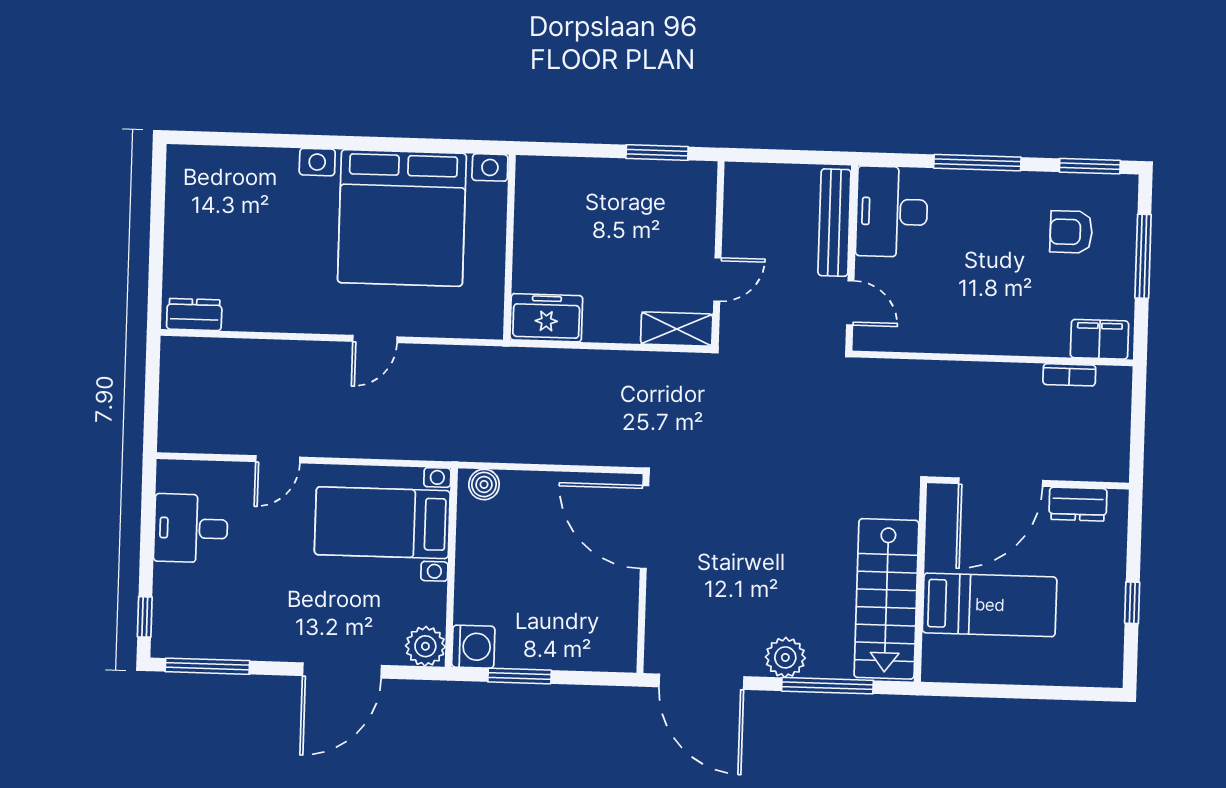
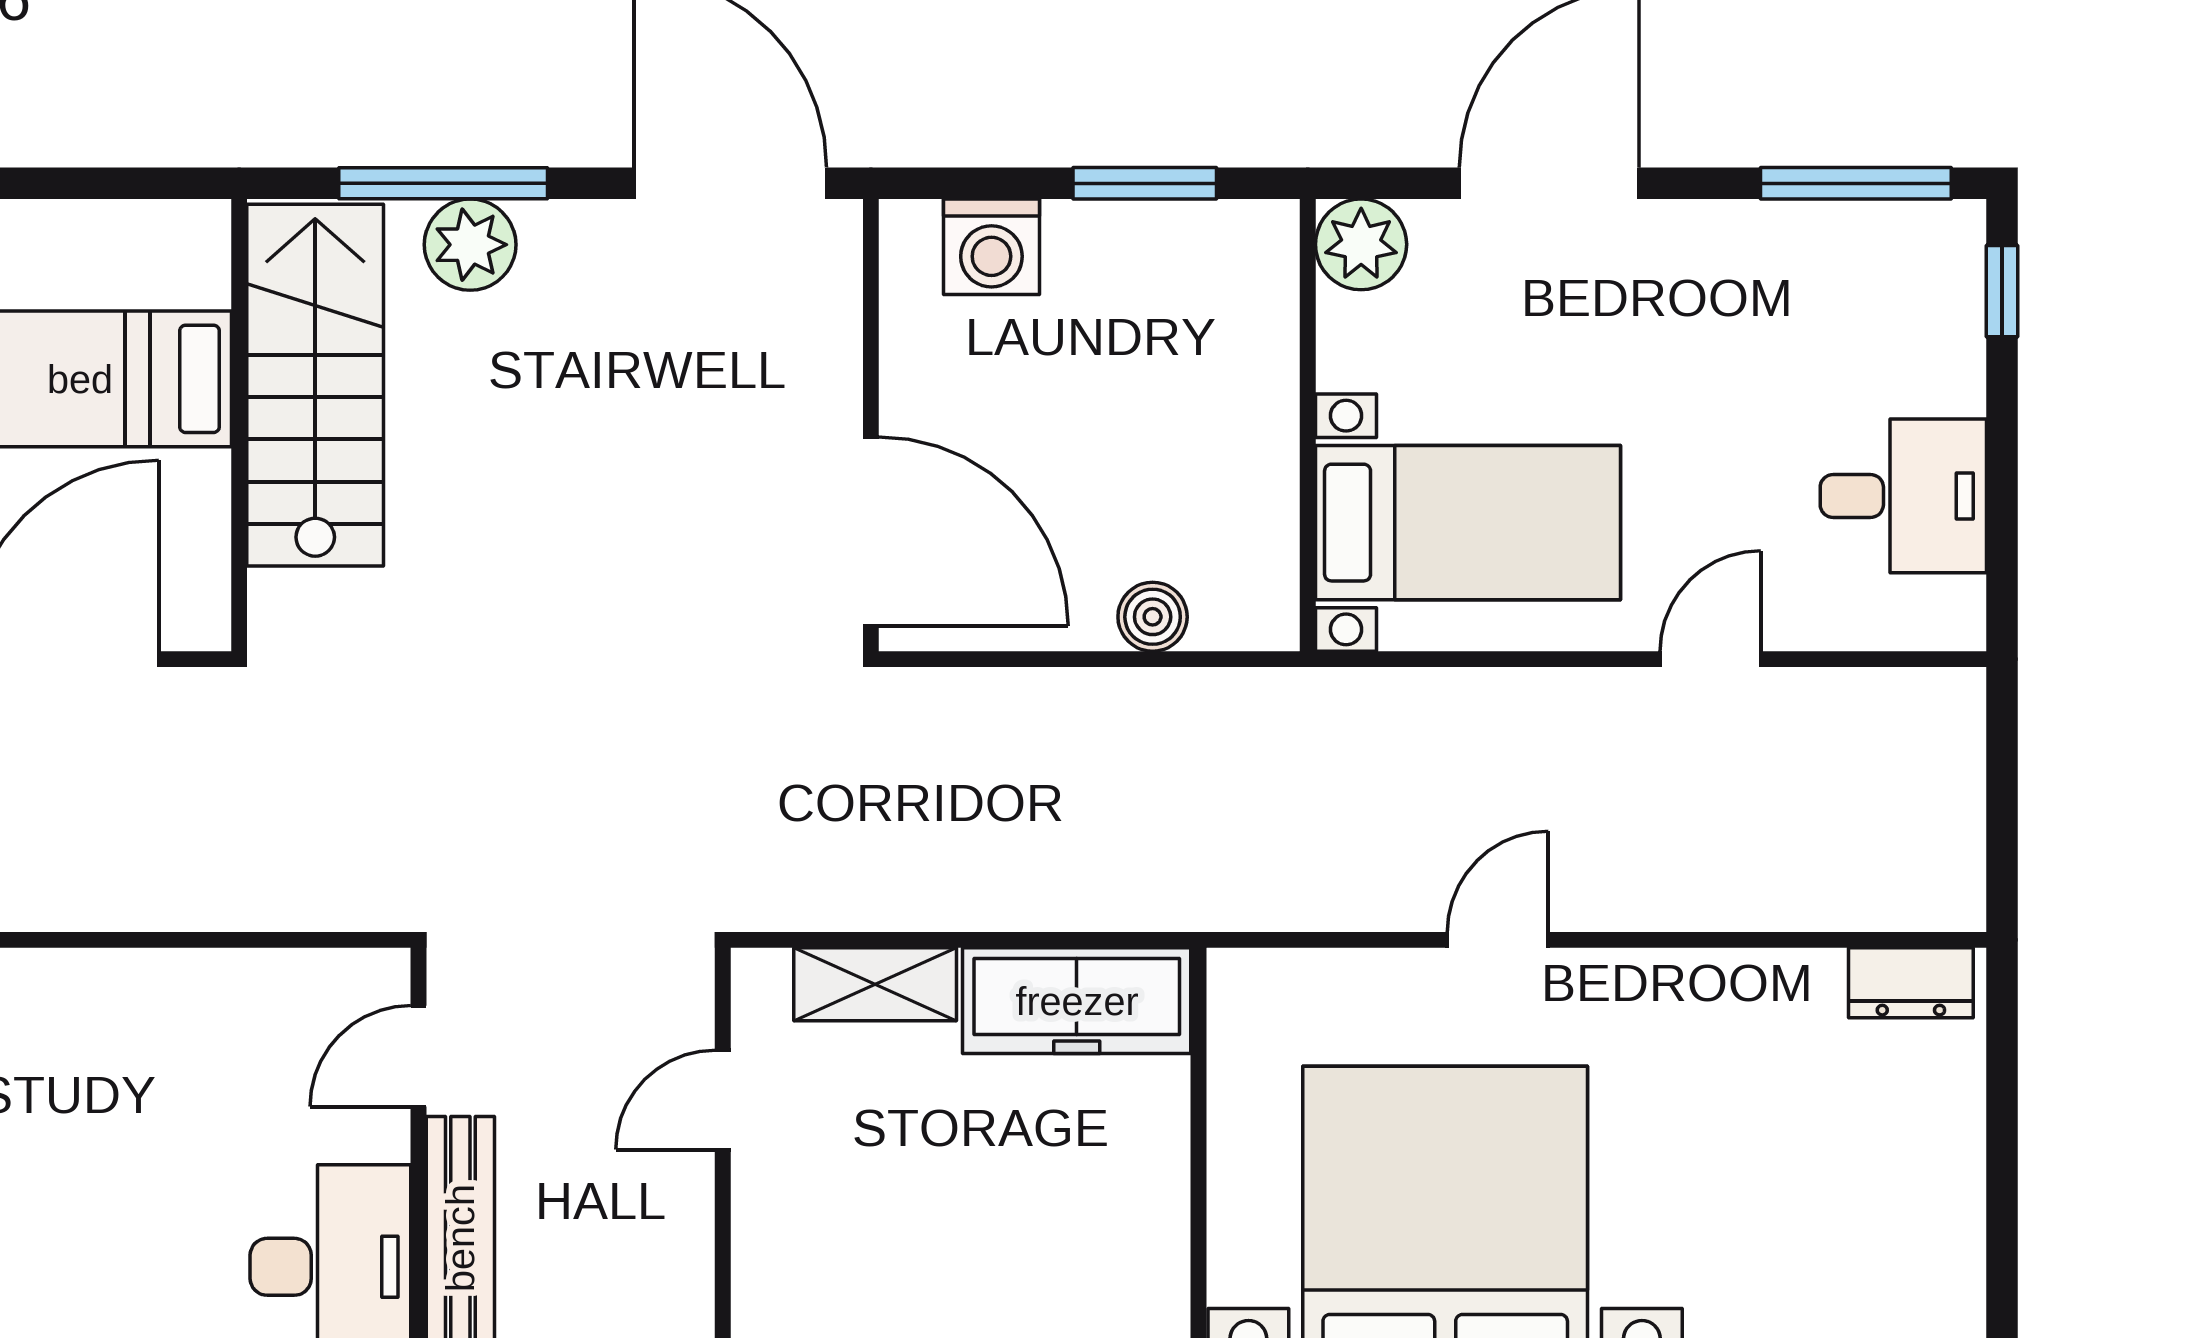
door: (850, 303) -> (419, 1056), hinge flipped
freezer: (546, 318) -> (1077, 1001), width x1.40
shelving: (677, 329) -> (875, 984), moved
boiler: (484, 484) -> (1153, 617), moved
washing machine: (473, 647) -> (991, 247), moved, turned -90
plant: (785, 657) -> (470, 245), moved

